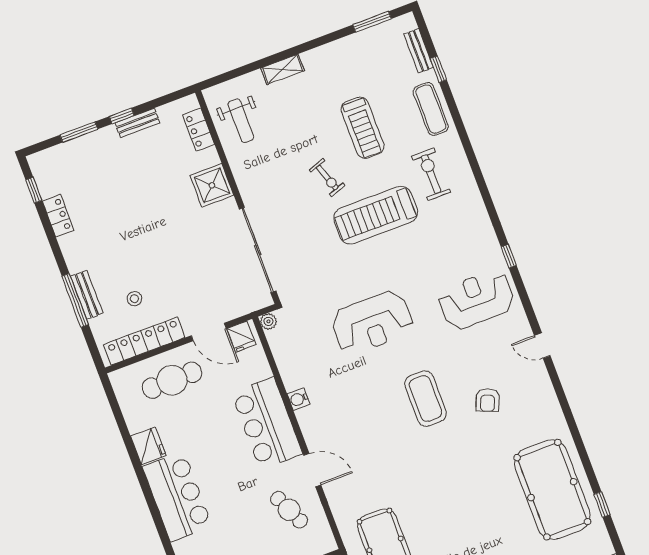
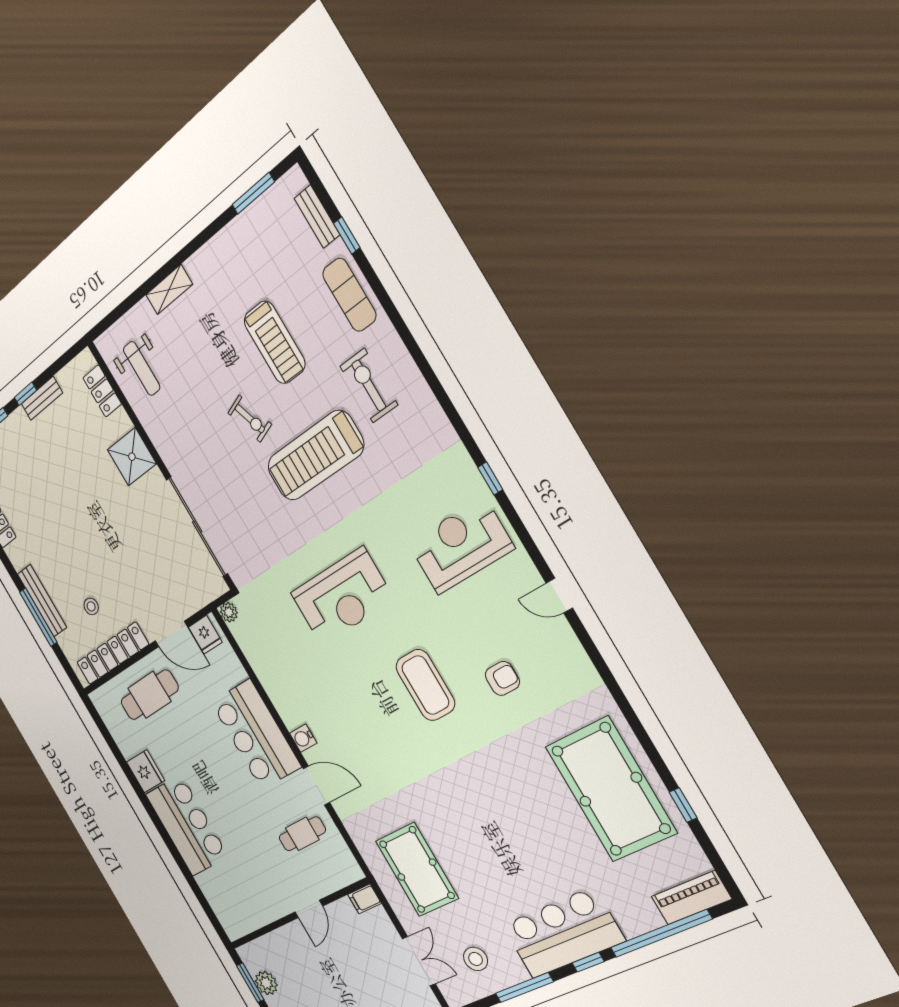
bench: (87, 295) -> (42, 601), width x1.36
water cooler: (298, 399) -> (303, 738), moved
armchair: (488, 400) -> (502, 678), turned -112
cafe table: (289, 510) -> (302, 834), turned -66

